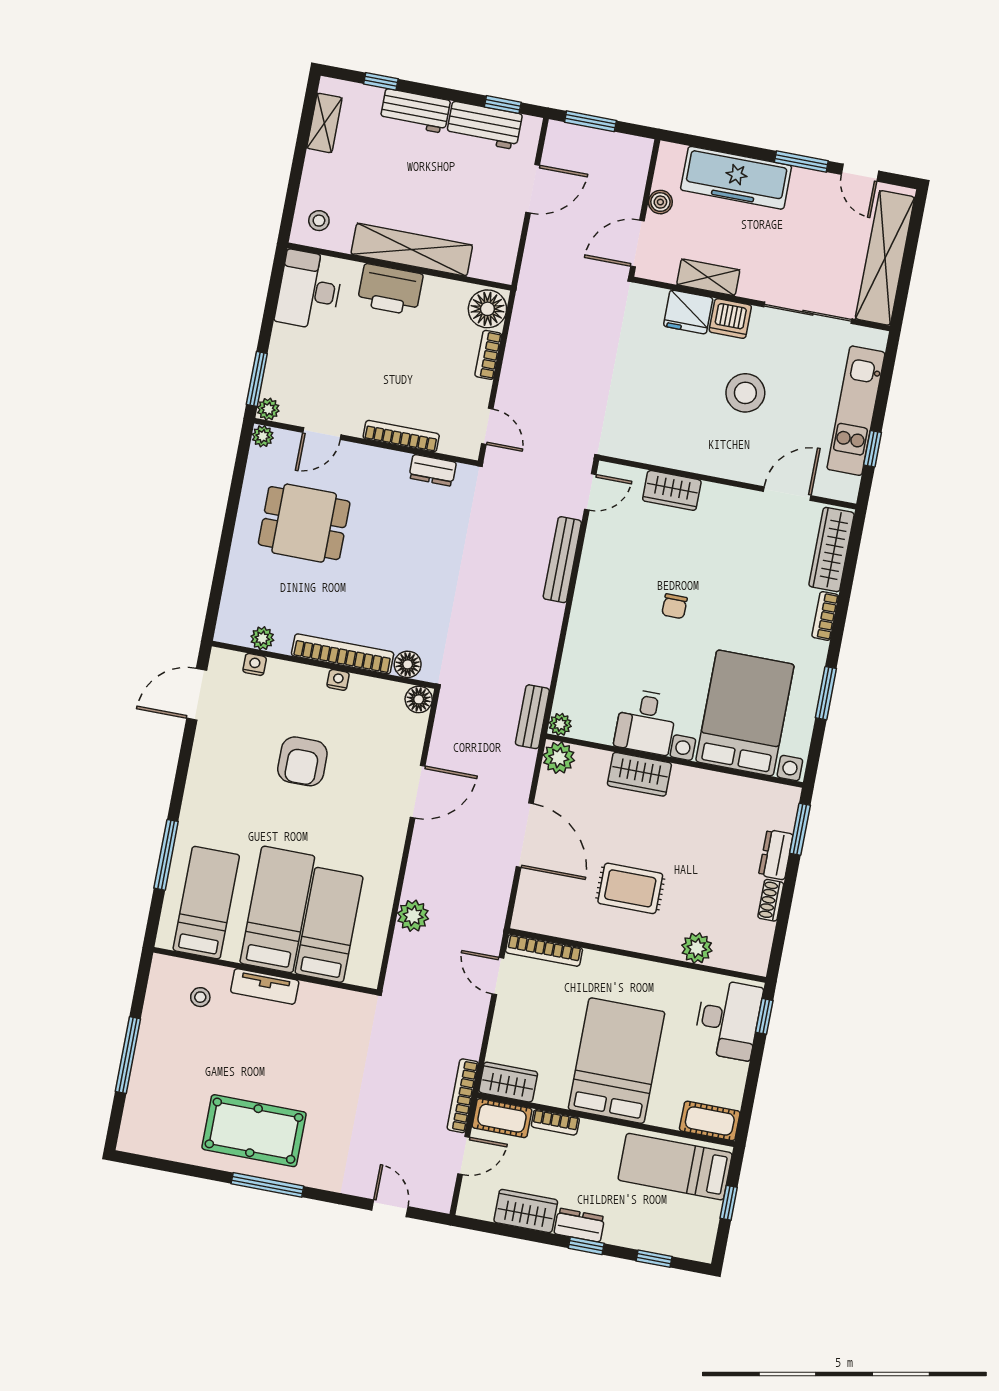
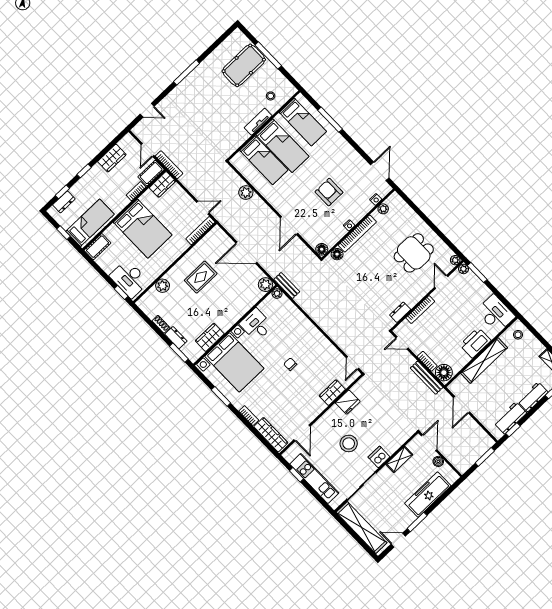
door: (533, 189) -> (462, 405), moved
fridge: (688, 312) -> (348, 402), moved, turned 180
bench: (562, 560) -> (427, 378), moved
wardrobe: (639, 774) -> (210, 337), moved
pool table: (254, 1131) -> (244, 65), moved
dresser: (579, 1225) -> (64, 202), moved

